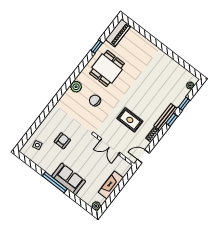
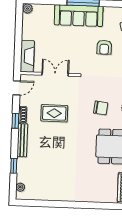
window: (172, 120) -> (15, 121), moved
sofa: (69, 179) -> (79, 16), width x1.36
fireplace: (111, 185) -> (27, 56), moved

